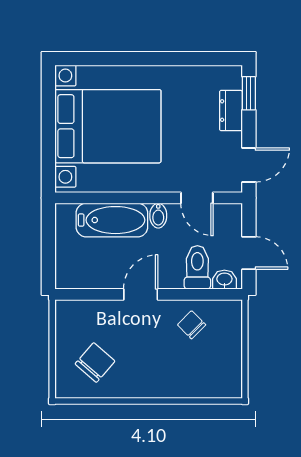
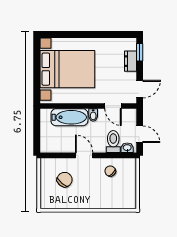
door: (141, 294) -> (84, 155), hinge flipped
chair: (95, 362) -> (65, 180), moved

